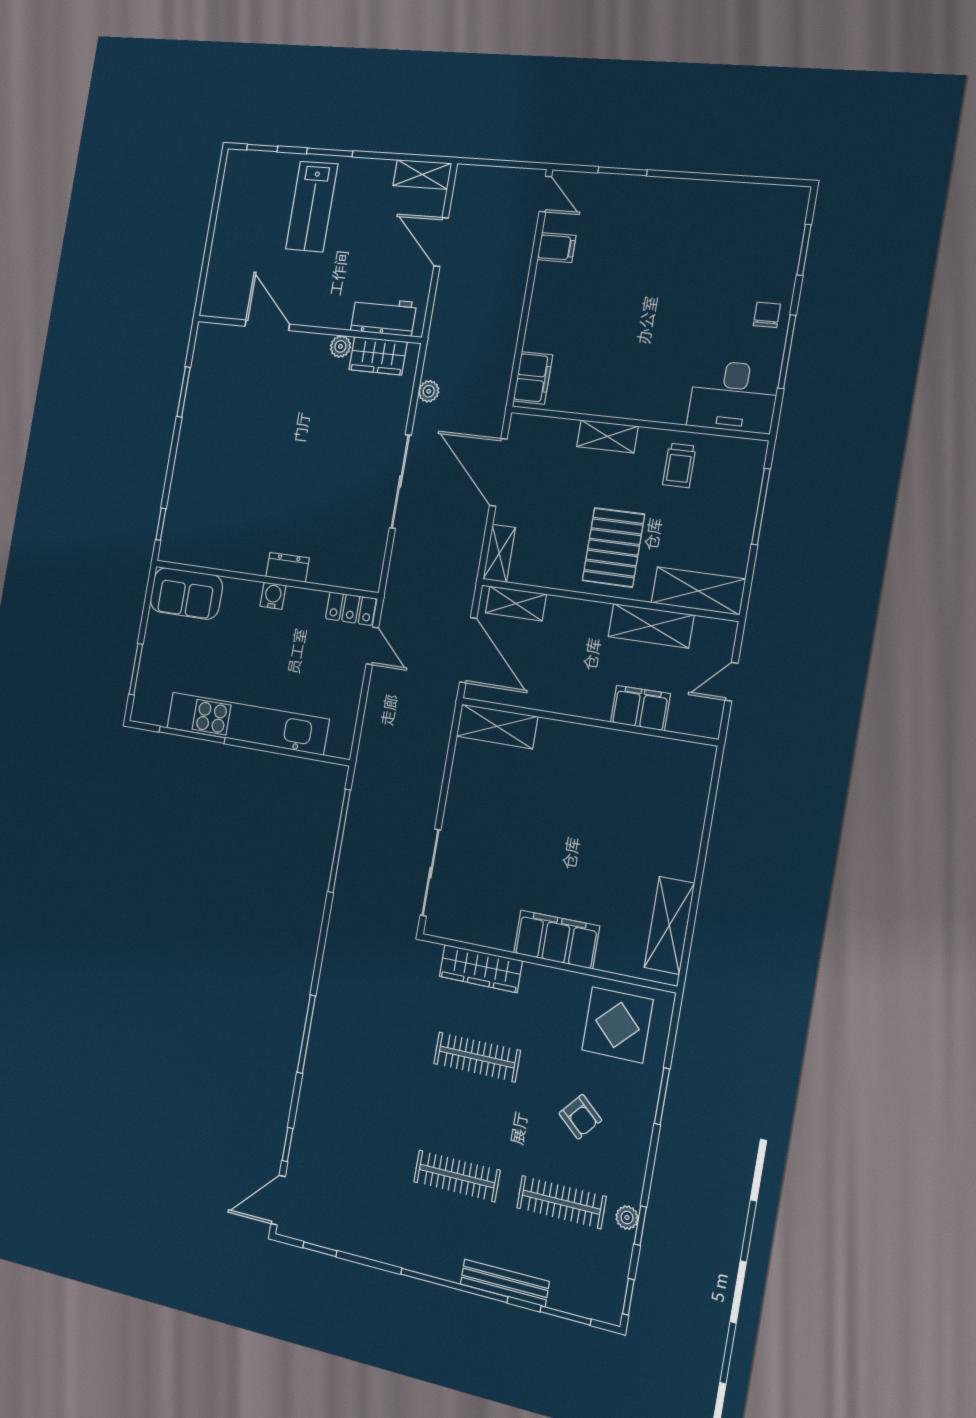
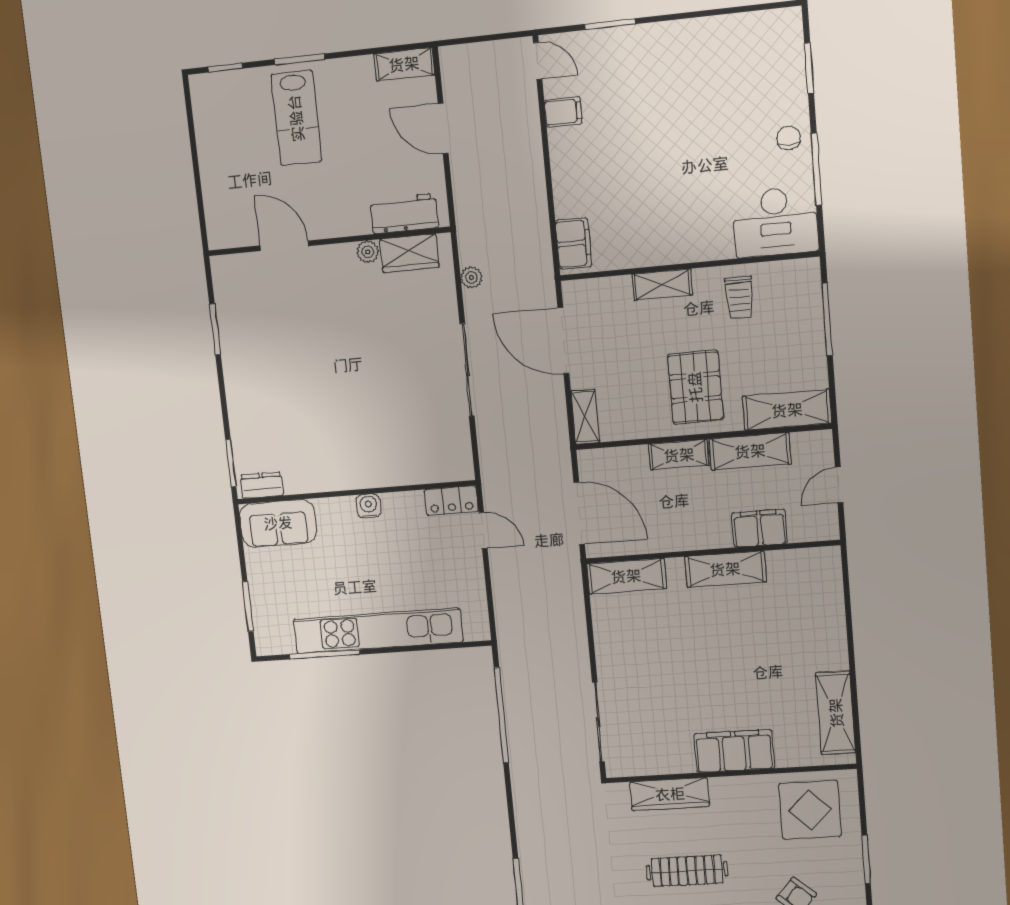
window: (161, 524) -> (231, 463), width x1.50
dresser: (288, 567) -> (262, 485), moved
shelving: (516, 604) -> (679, 455), moved
shelving: (596, 743) -> (725, 569), added

